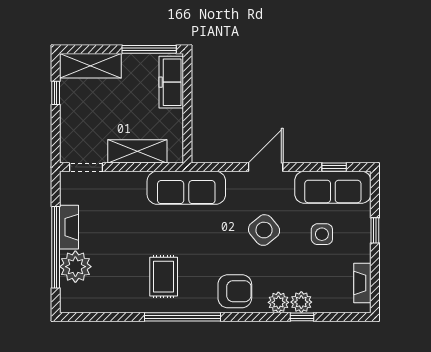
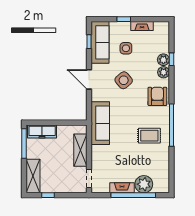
fireplace: (362, 283) -> (142, 26), moved

